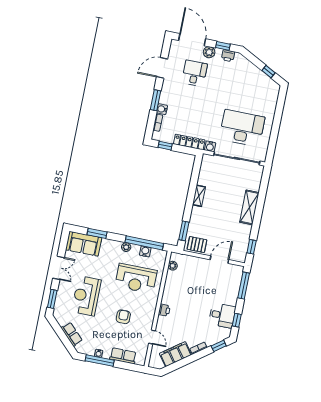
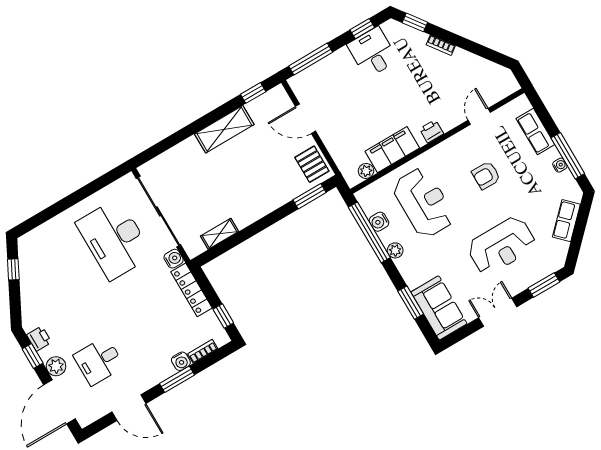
shelving: (199, 196) -> (220, 234), moved
shelving: (249, 207) -> (224, 129), moved
filing cabinet: (175, 354) -> (392, 150), moved, turned 126

